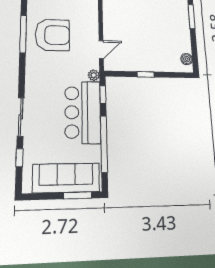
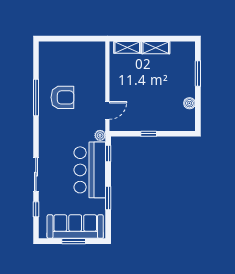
armchair: (52, 35) -> (62, 97), width x0.73, depth x0.73
boiler: (187, 59) -> (189, 103), moved
window: (104, 144) -> (108, 198), width x0.47
window: (78, 195) -> (74, 241), moved

